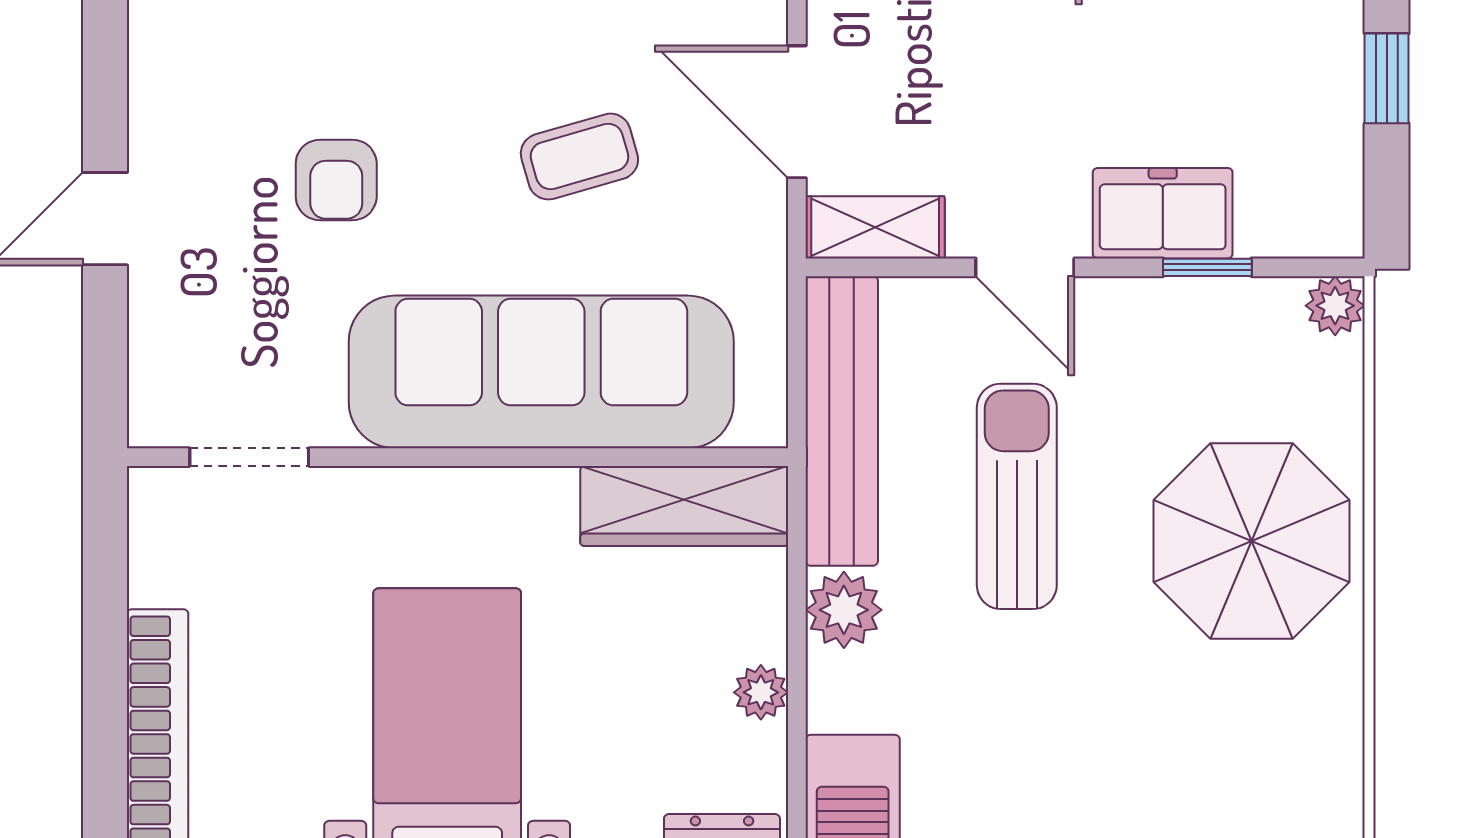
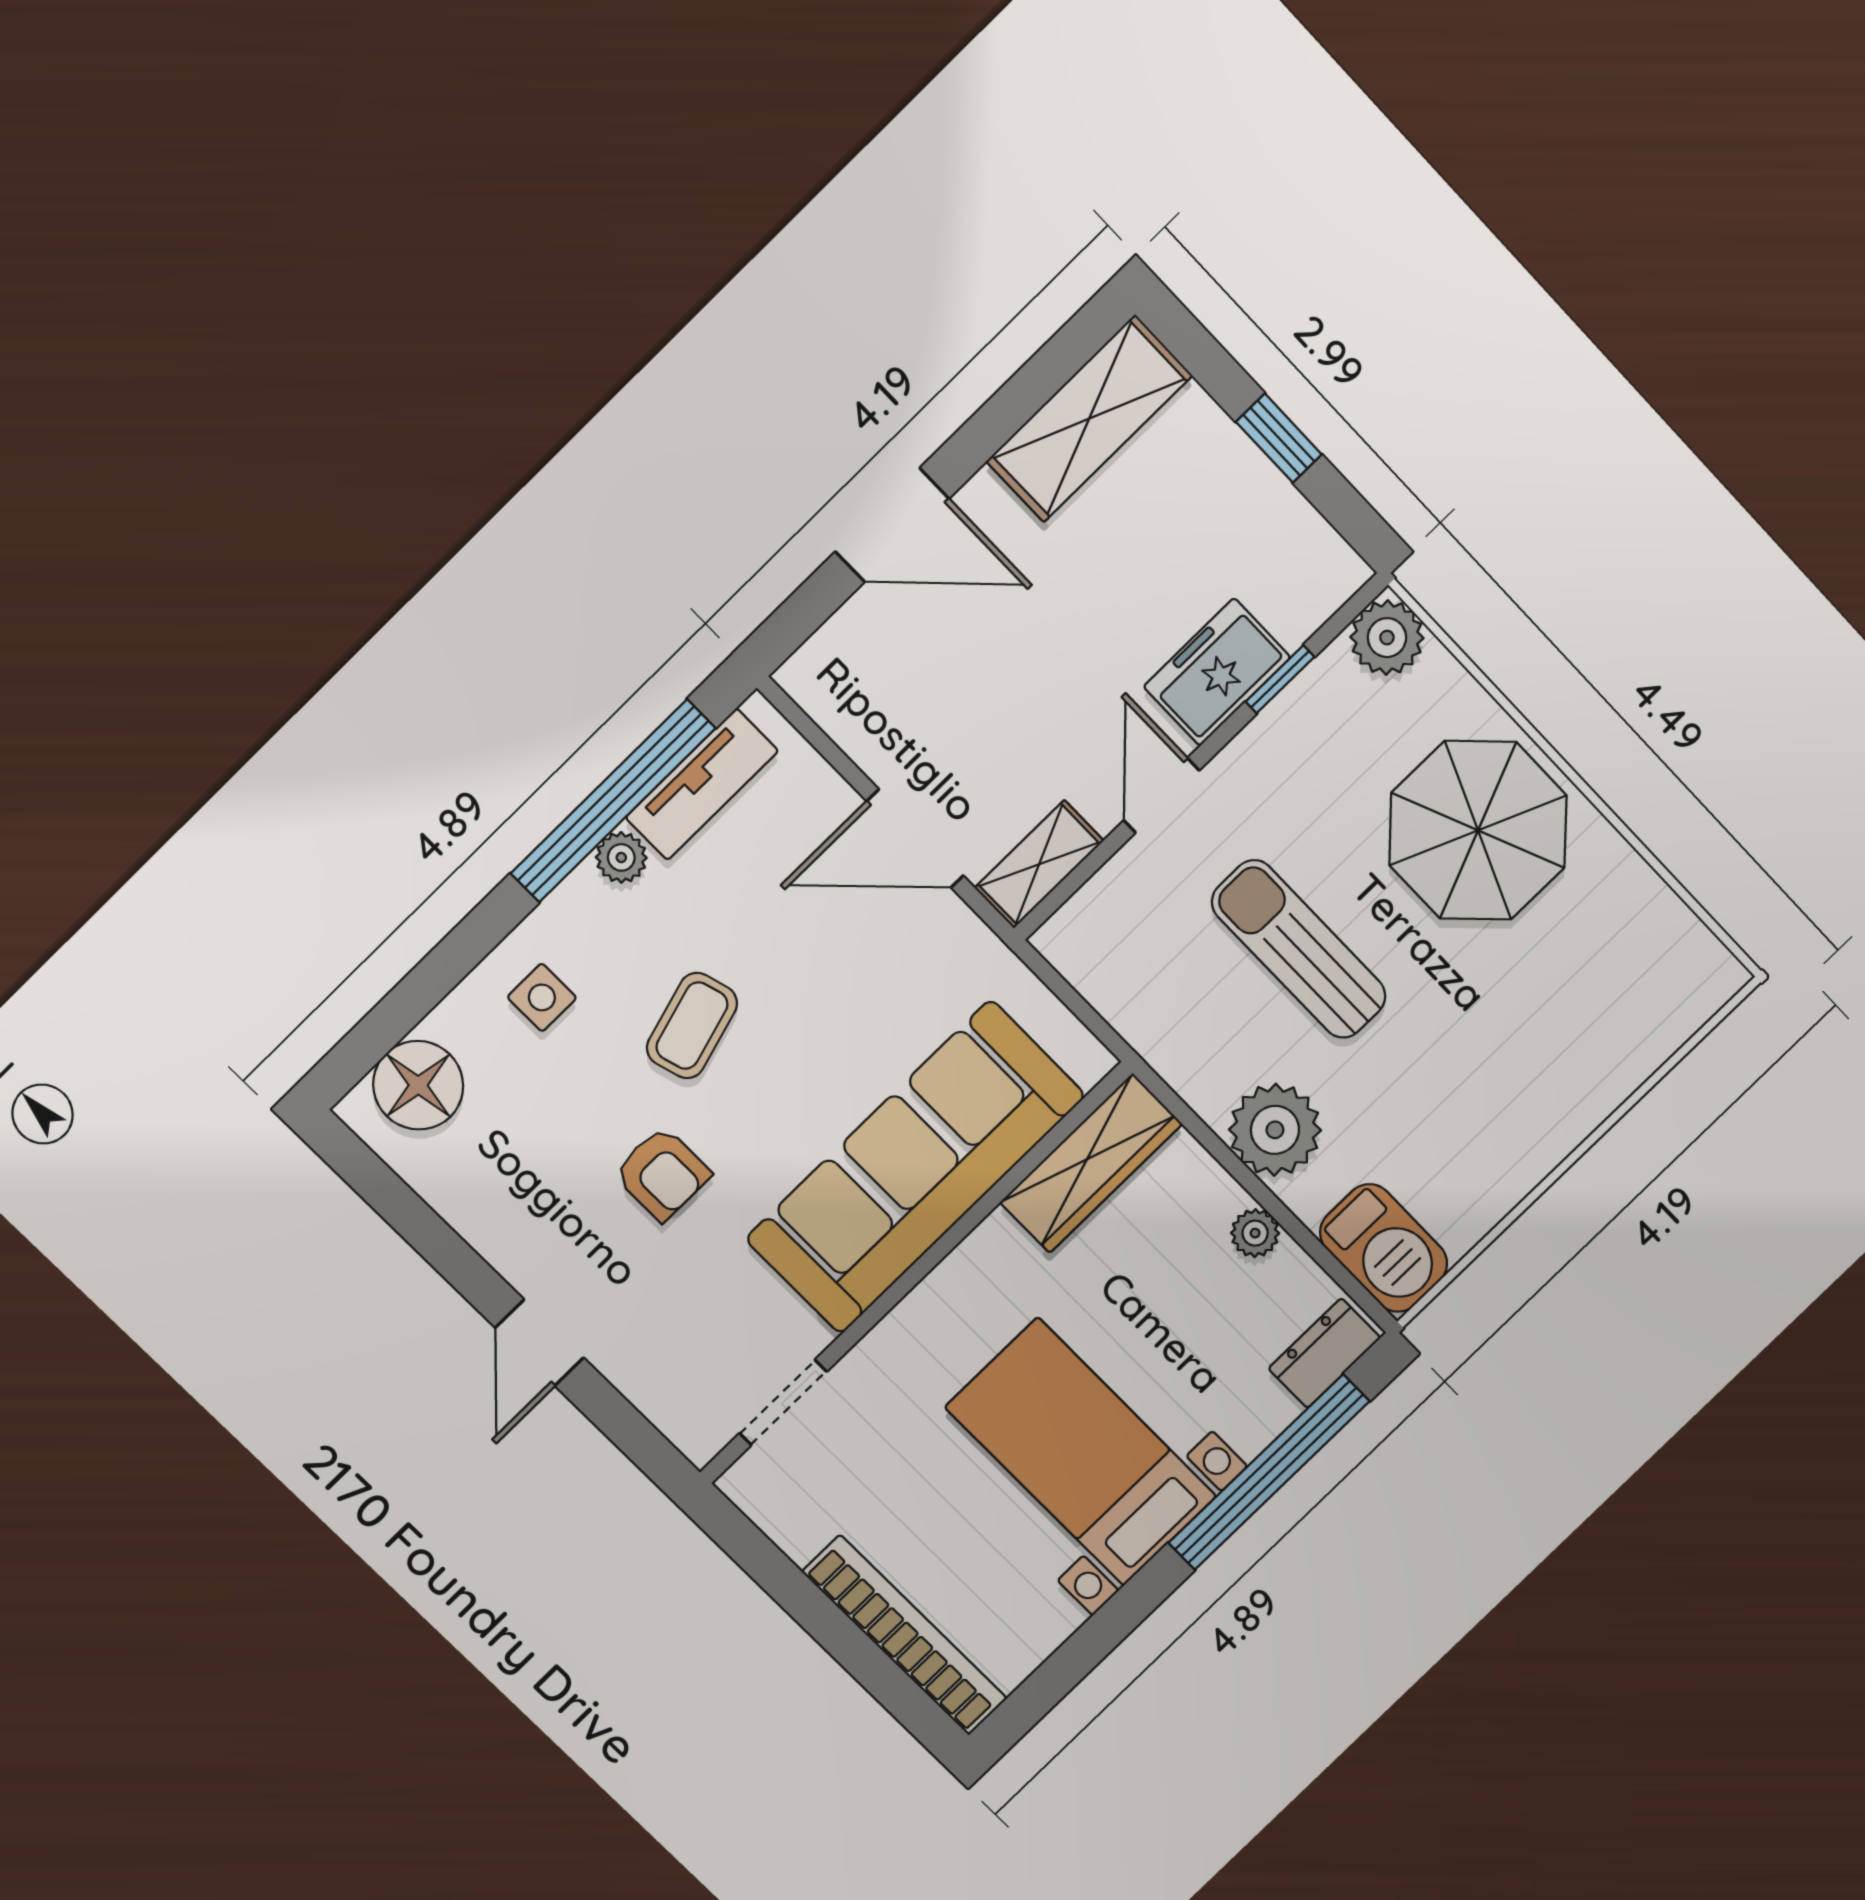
coffee table: (579, 157) -> (692, 1026), moved
door: (1025, 267) -> (1161, 795), swing flipped
plant: (1335, 306) -> (1387, 638), width x1.38, depth x1.38
bench: (842, 421) -> (1139, 1011), removed
plant: (844, 610) -> (1275, 1130), width x1.36, depth x1.36

